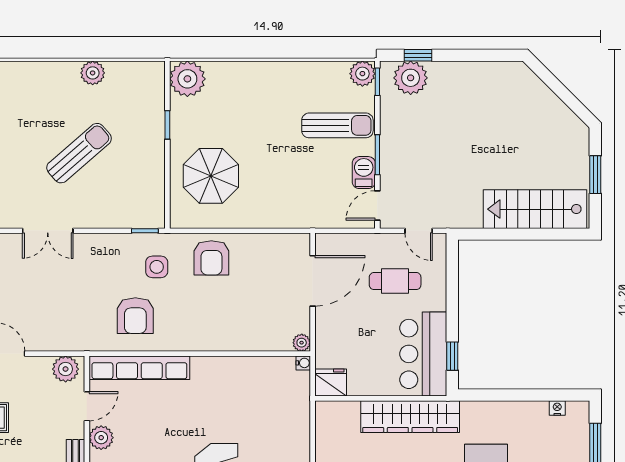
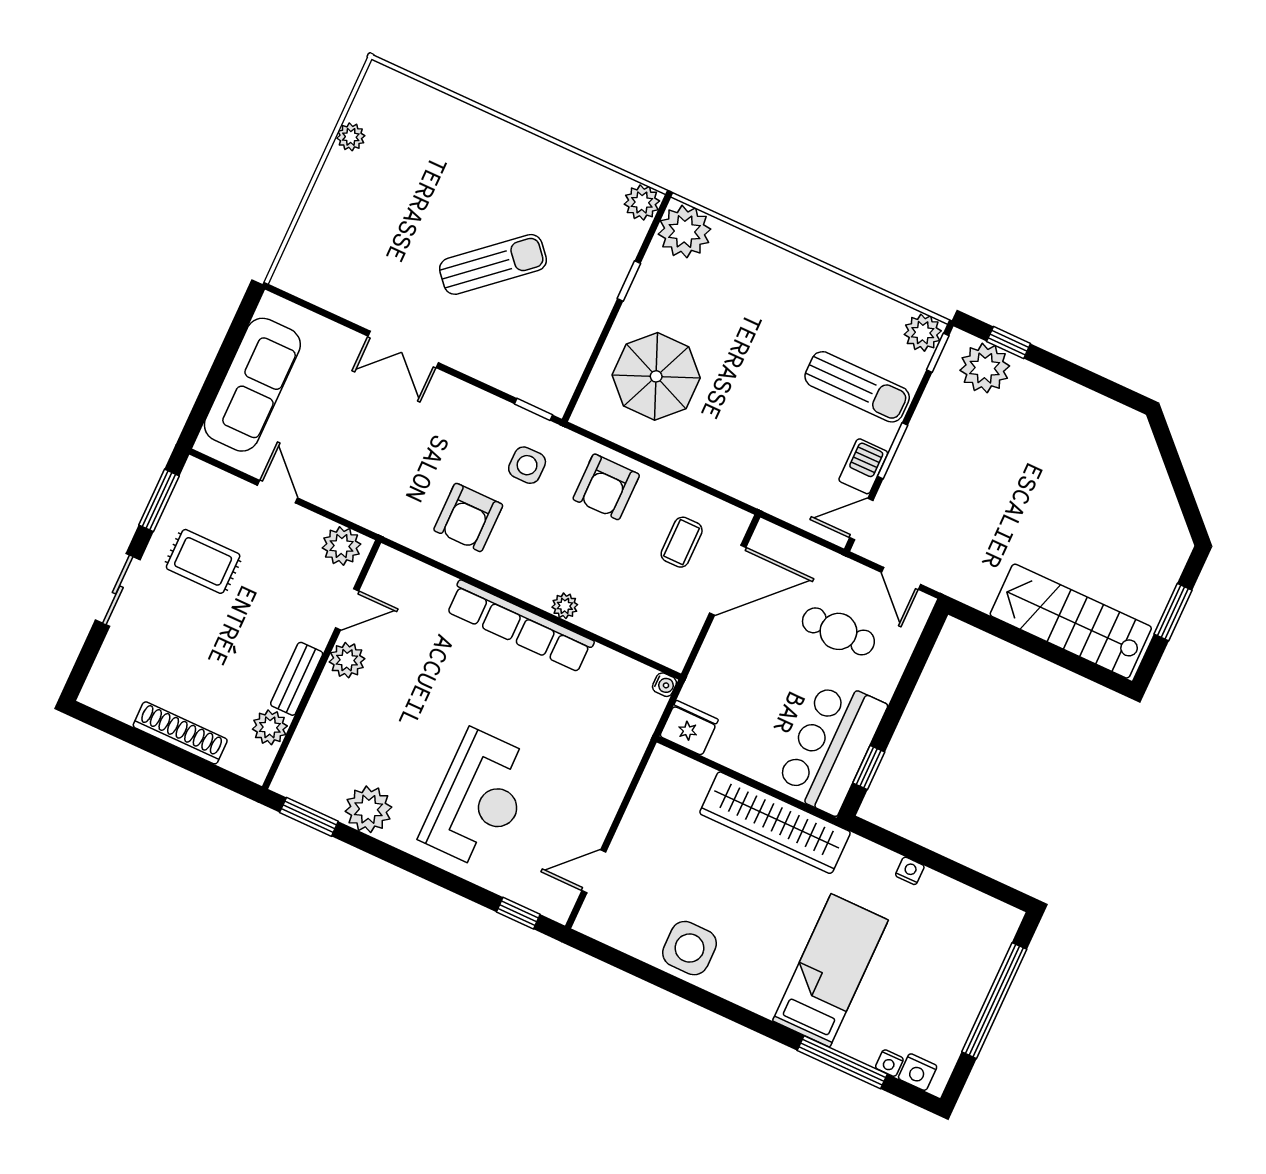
plant: (93, 73) -> (642, 202), moved
coffee table: (273, 271) -> (682, 542), added
plant: (302, 343) -> (565, 606), moved
row of seats: (139, 368) -> (520, 626), moved
nightstand: (557, 408) -> (910, 871), moved

